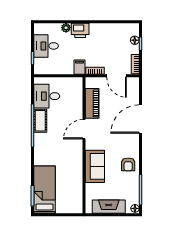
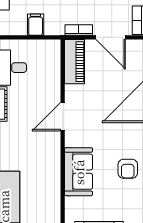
filing cabinet: (80, 67) -> (36, 25), moved
piano: (92, 103) -> (75, 62), moved

